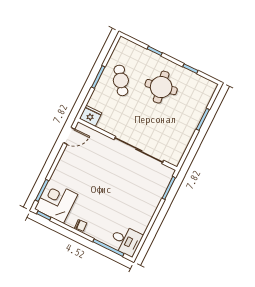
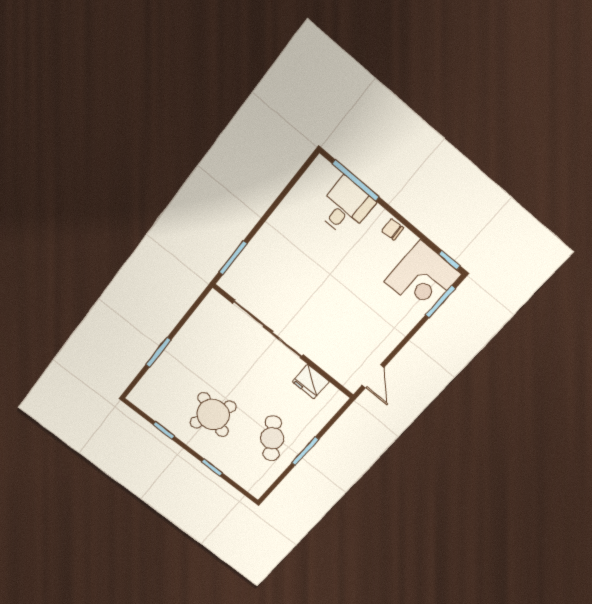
round table: (161, 87) -> (213, 415), turned 34
fridge: (91, 116) -> (311, 382), moved
door: (69, 136) -> (373, 376), swing flipped
desk: (126, 240) -> (345, 207), moved, turned 90

